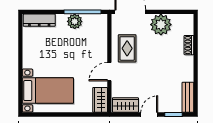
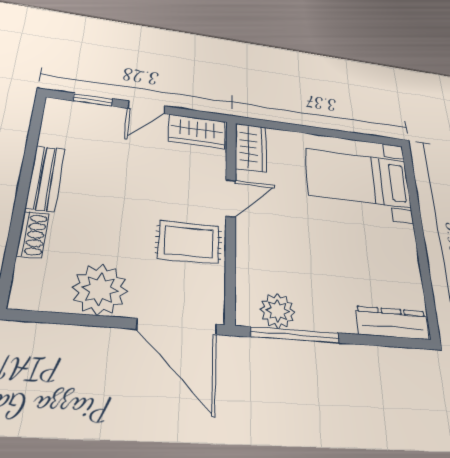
plant: (75, 21) -> (278, 311), moved
rug: (127, 48) -> (189, 242), turned 90
bench: (188, 97) -> (45, 178), moved

